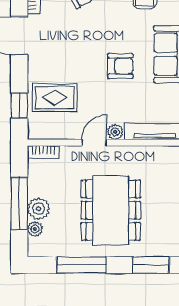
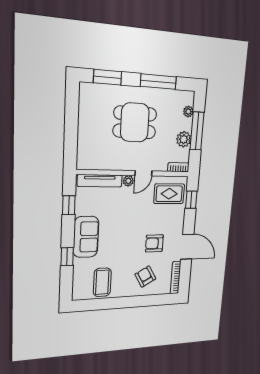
armchair: (120, 66) -> (154, 243), moved
rug: (55, 98) -> (169, 194), moved
plant: (38, 209) -> (184, 139), moved
dining table: (111, 210) -> (135, 122), width x0.73

